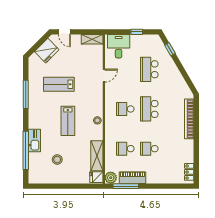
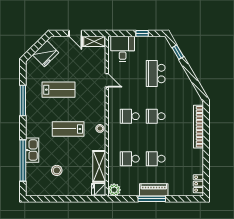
door: (64, 32) -> (75, 33), moved
door: (104, 76) -> (107, 80), hinge flipped
lab bench: (59, 84) -> (59, 90), turned 180
school desk: (149, 109) -> (156, 116), width x0.54
lab bench: (68, 121) -> (68, 129), turned 90
piano: (132, 178) -> (154, 190), moved
window: (126, 186) -> (152, 199), moved

